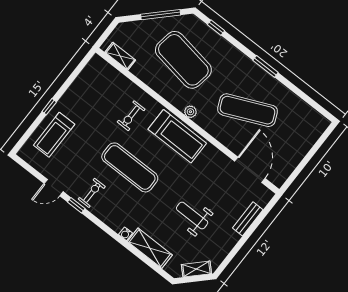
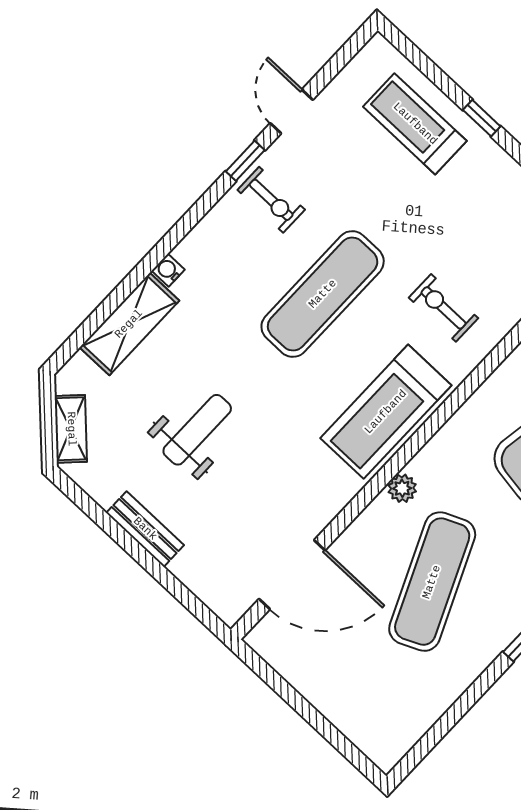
plant: (190, 112) -> (402, 488), moved
bench: (248, 219) -> (145, 529), moved

